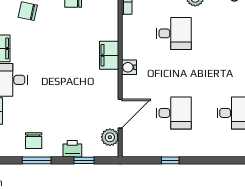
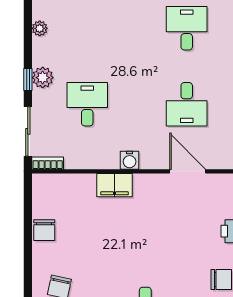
desk: (174, 113) -> (187, 104), turned 180
plant: (110, 137) -> (217, 184), removed

